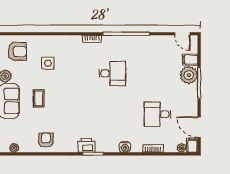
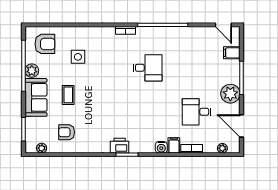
plant: (189, 75) -> (230, 94), moved
armchair: (46, 140) -> (67, 132), moved, turned -90
filing cabinet: (192, 145) -> (174, 145), moved

